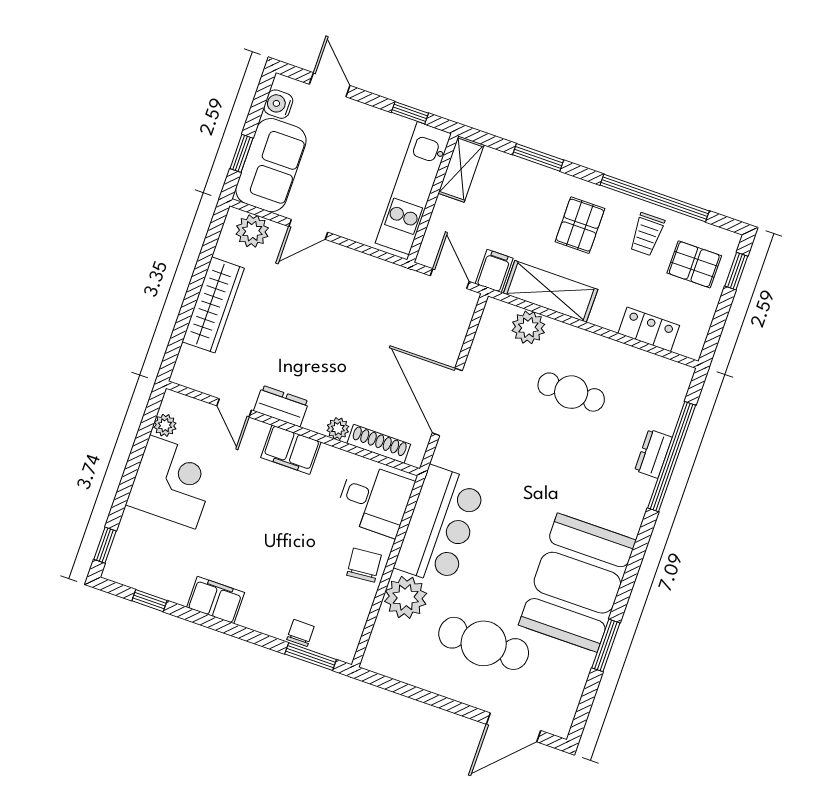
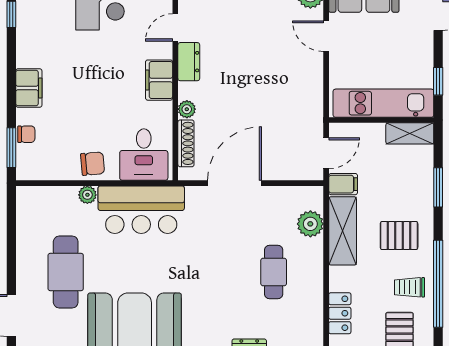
plant: (406, 597) -> (87, 195), width x0.53, depth x0.53
filing cabinet: (216, 600) -> (29, 88), moved

